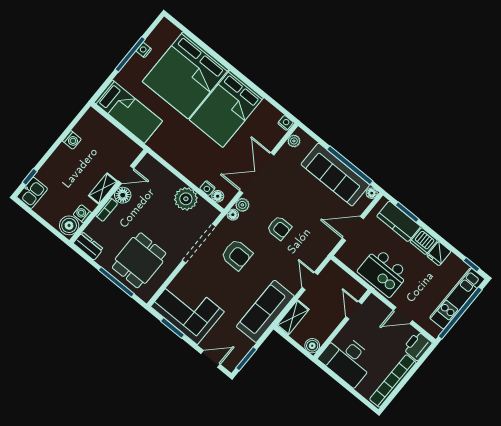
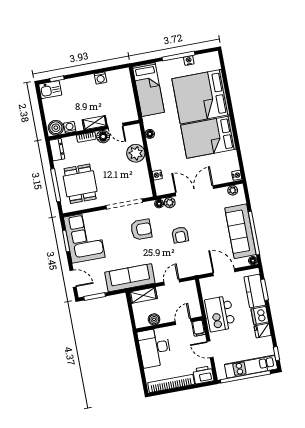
floor lamp: (218, 196) -> (150, 134), moved
plant: (186, 199) -> (136, 153), moved
armchair: (237, 255) -> (141, 230), turned -90
dining table: (139, 260) -> (80, 184), turned 90
filing cabinet: (374, 304) -> (199, 328), added
boiler: (312, 346) -> (154, 319), moved

